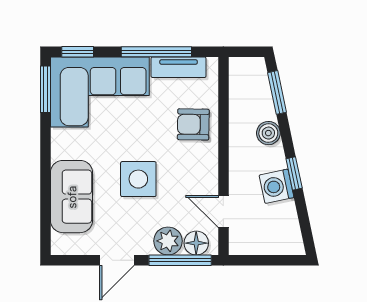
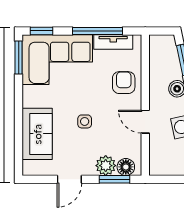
armchair: (193, 124) -> (124, 83), turned 89
side table: (138, 179) -> (85, 121), width x0.54, depth x0.54
door: (223, 212) -> (145, 122), moved
window: (180, 260) -> (114, 179), width x0.69

